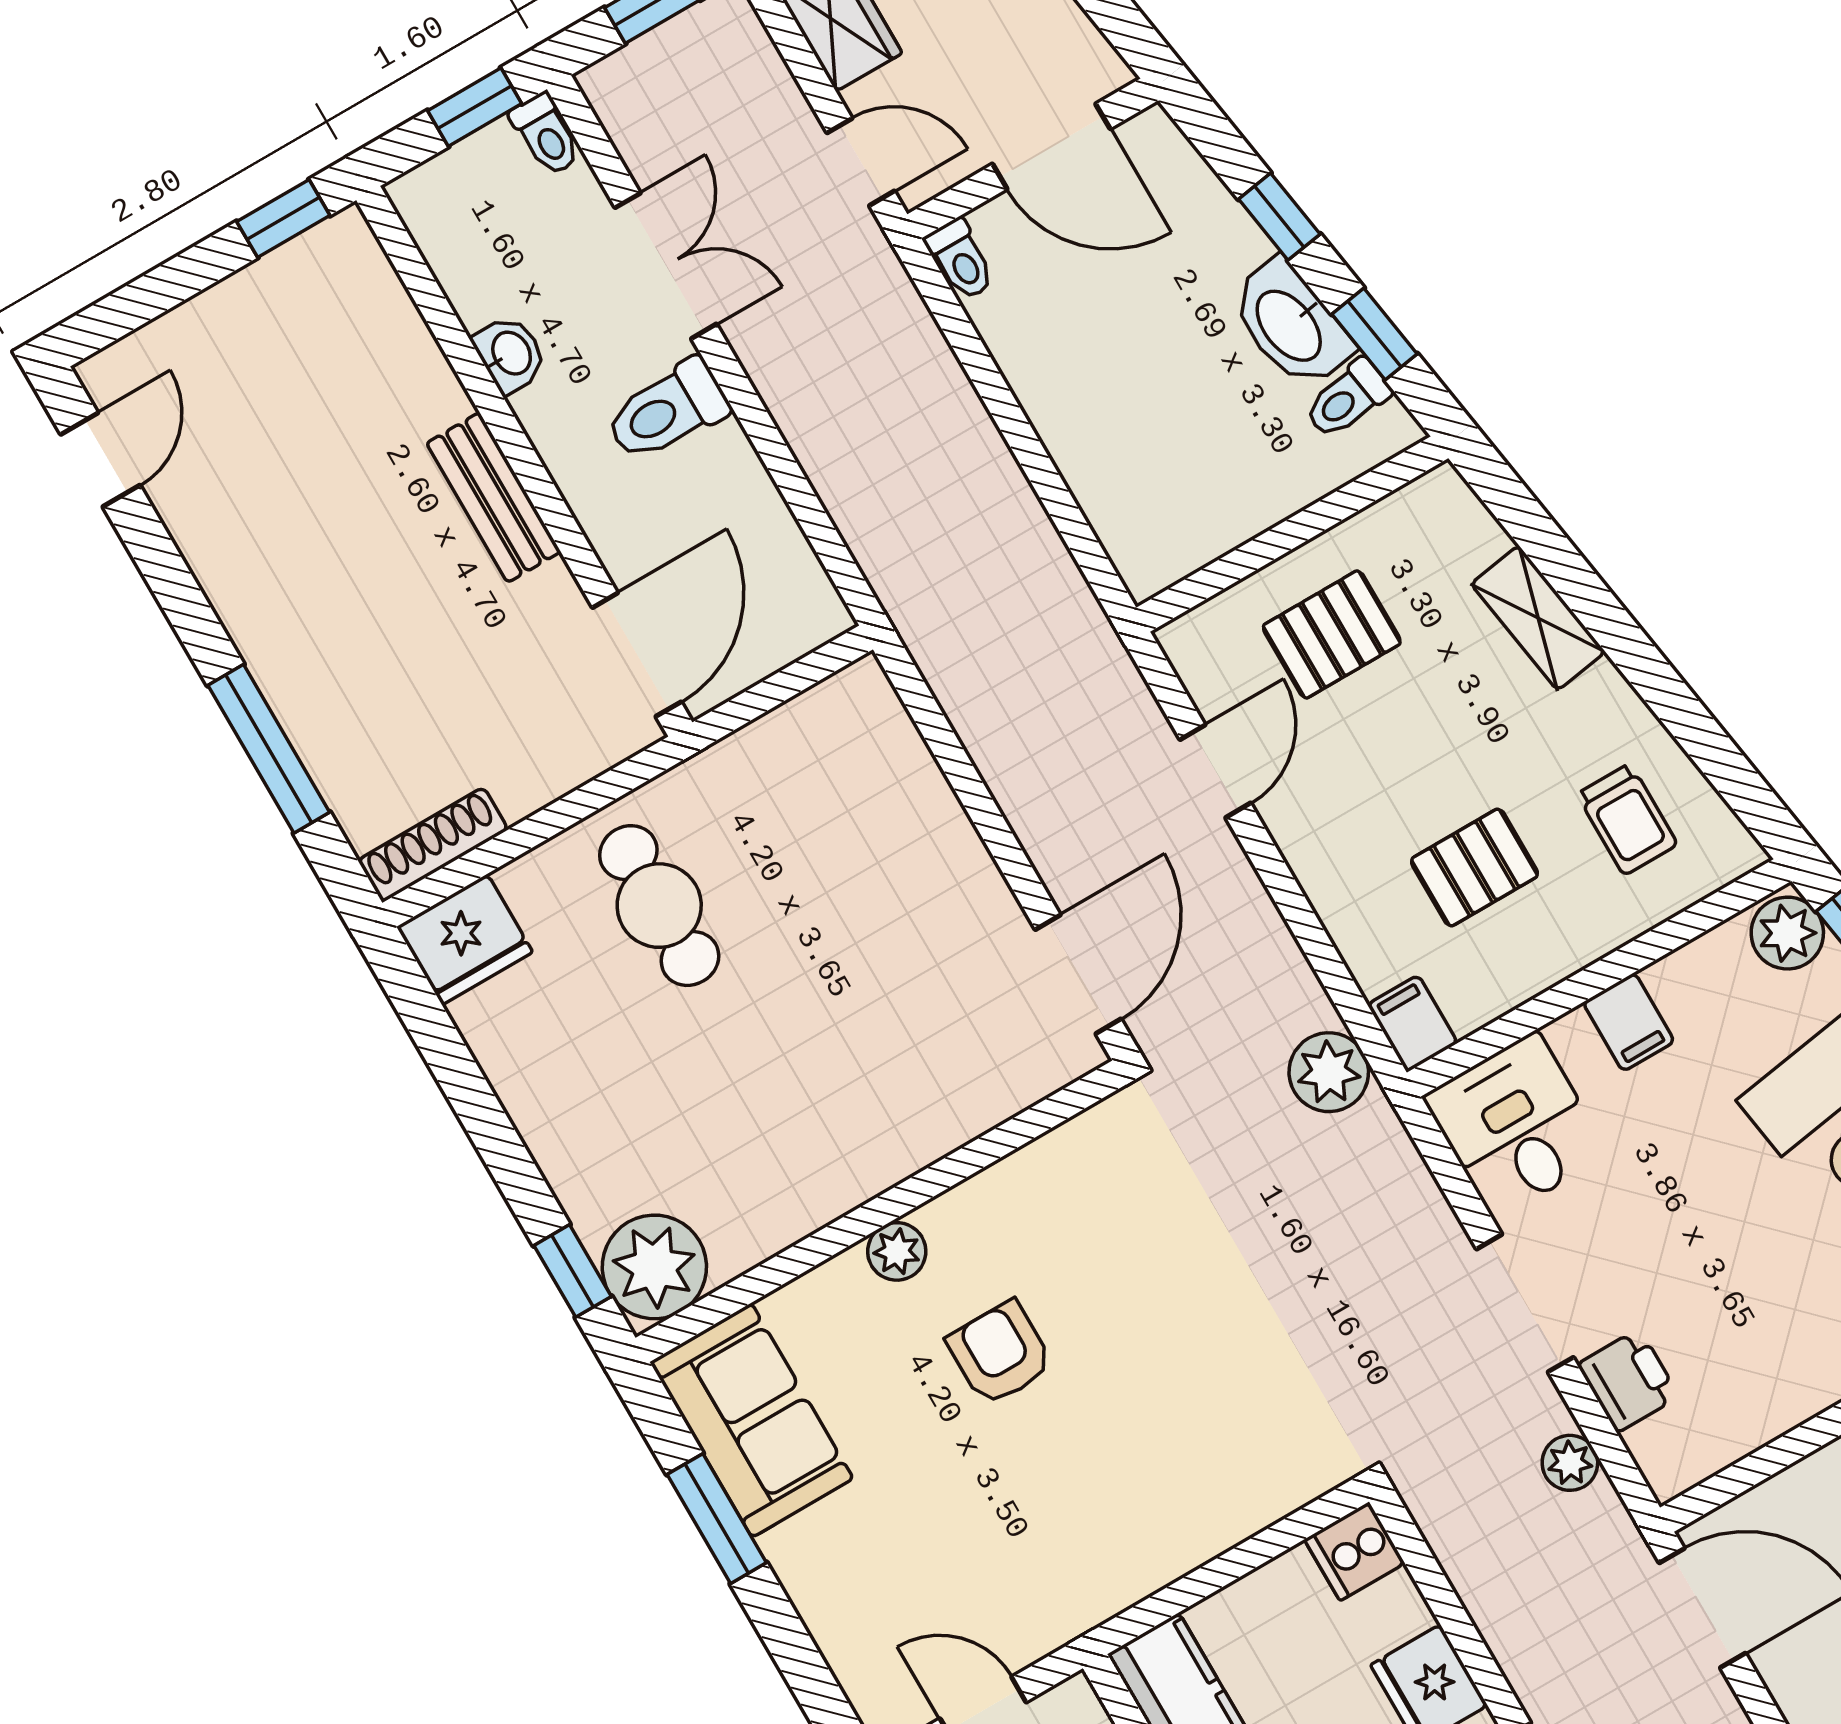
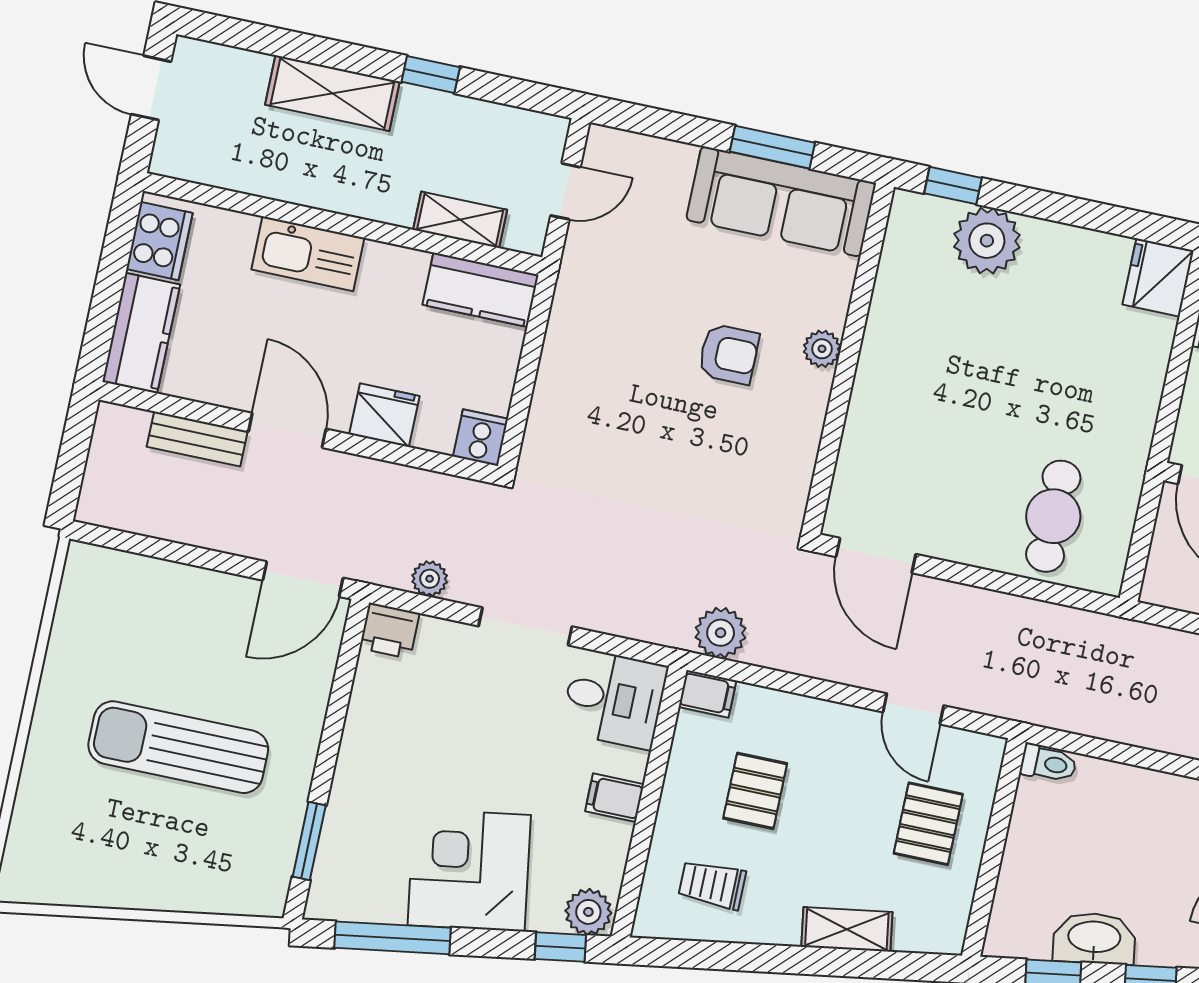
toilet: (1347, 399) -> (1048, 763), moved, turned 99
cafe table: (659, 906) -> (1053, 516), moved, turned 90
plant: (654, 1267) -> (987, 241), moved
printer: (1628, 1381) -> (389, 631), moved
sofa: (752, 1420) -> (781, 201), width x1.36

